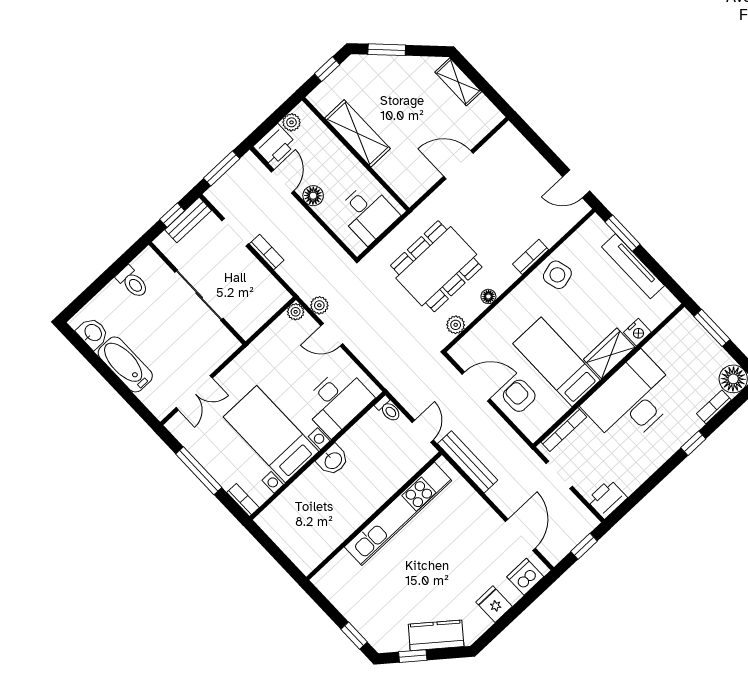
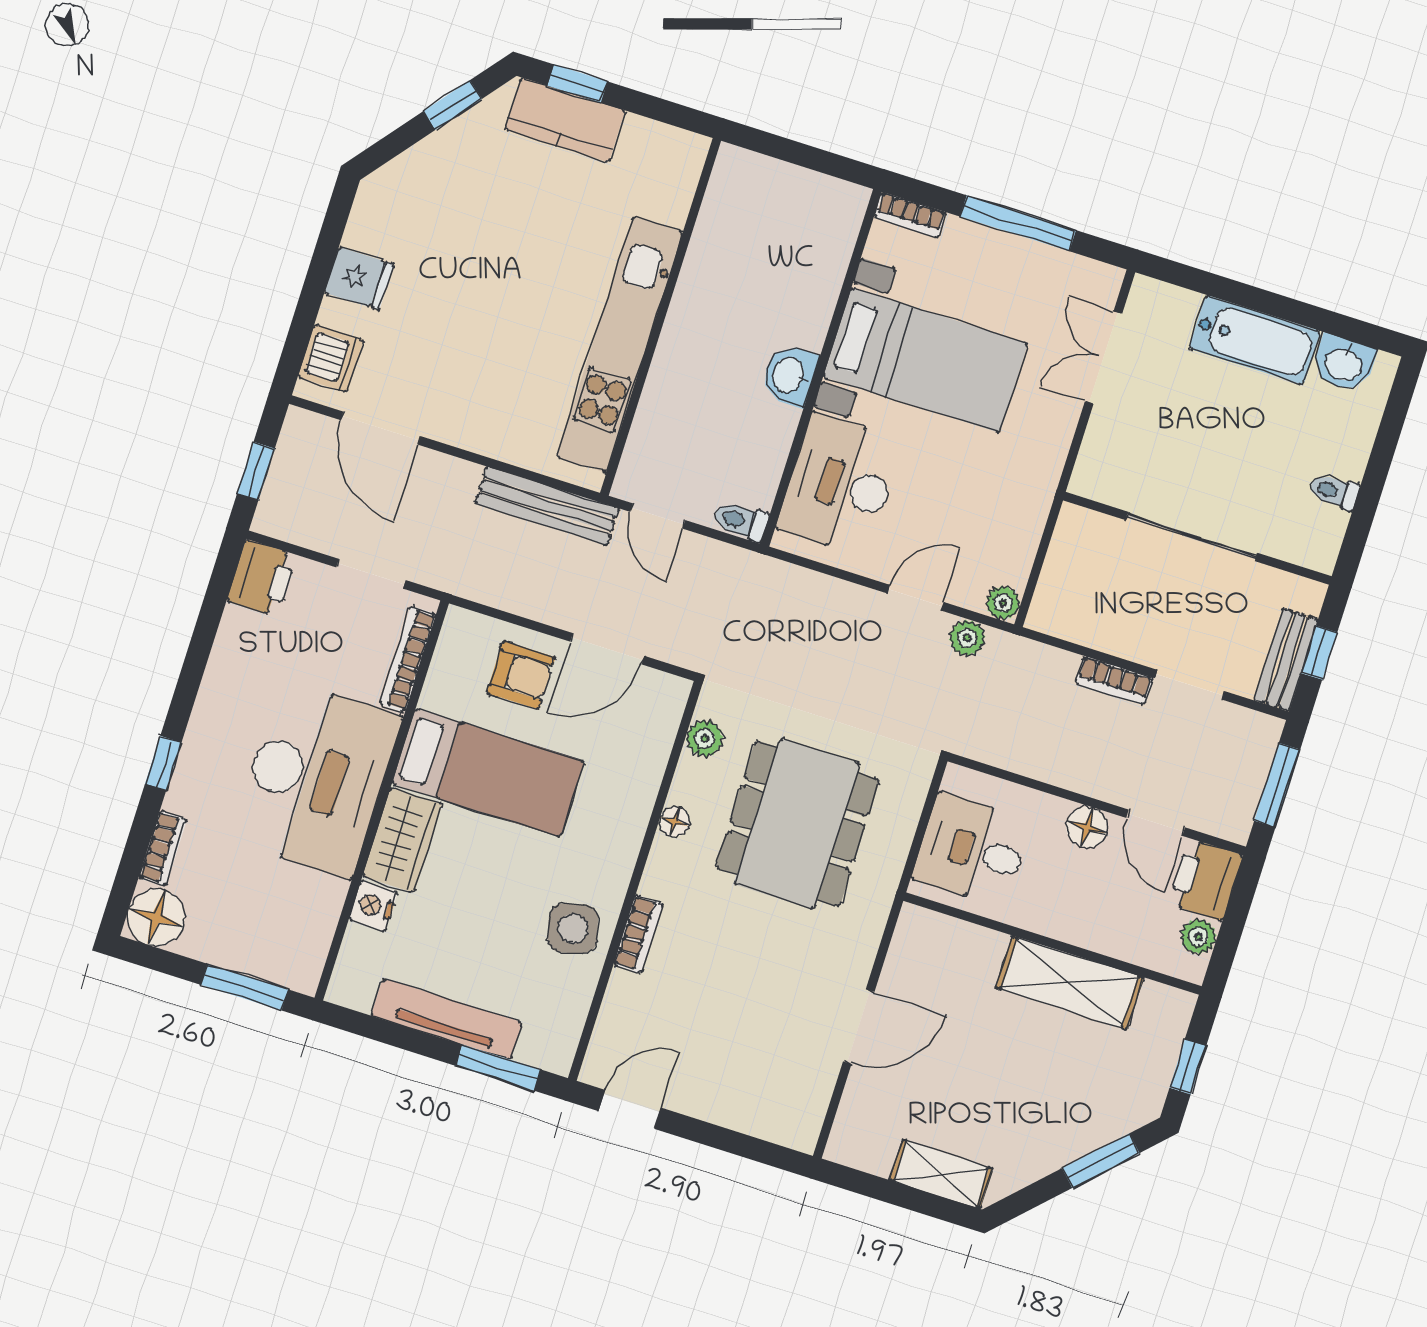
toilet: (132, 282) -> (1334, 491), width x0.73, depth x0.72
kitchen counter: (436, 635) -> (565, 120), moved, turned 51

